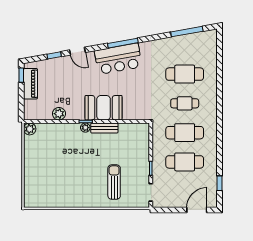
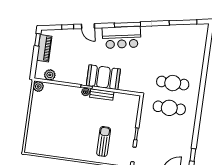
cafe table: (185, 74) -> (176, 58), removed
cafe table: (185, 103) -> (173, 83), width x1.37, depth x1.35
plant: (59, 114) -> (50, 75), moved
cafe table: (185, 162) -> (166, 133), removed

